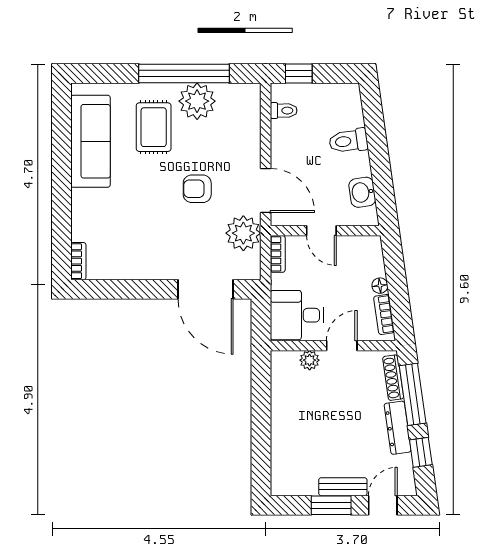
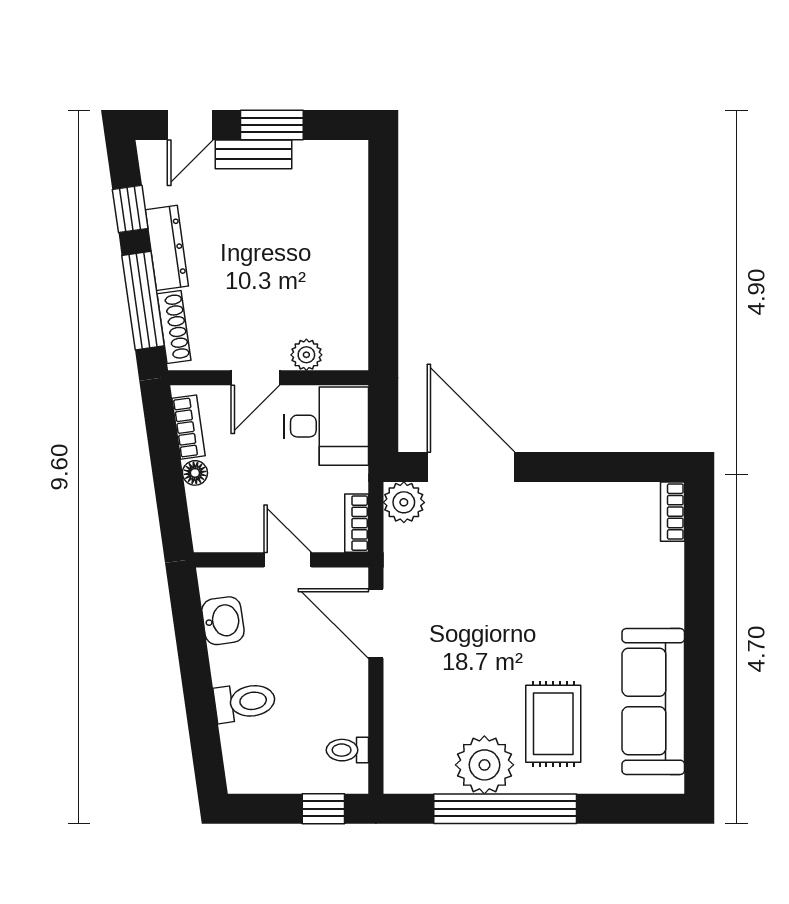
armchair: (197, 189) -> (484, 626), removed
plant: (243, 233) -> (404, 502), moved, width x0.73, depth x0.73

